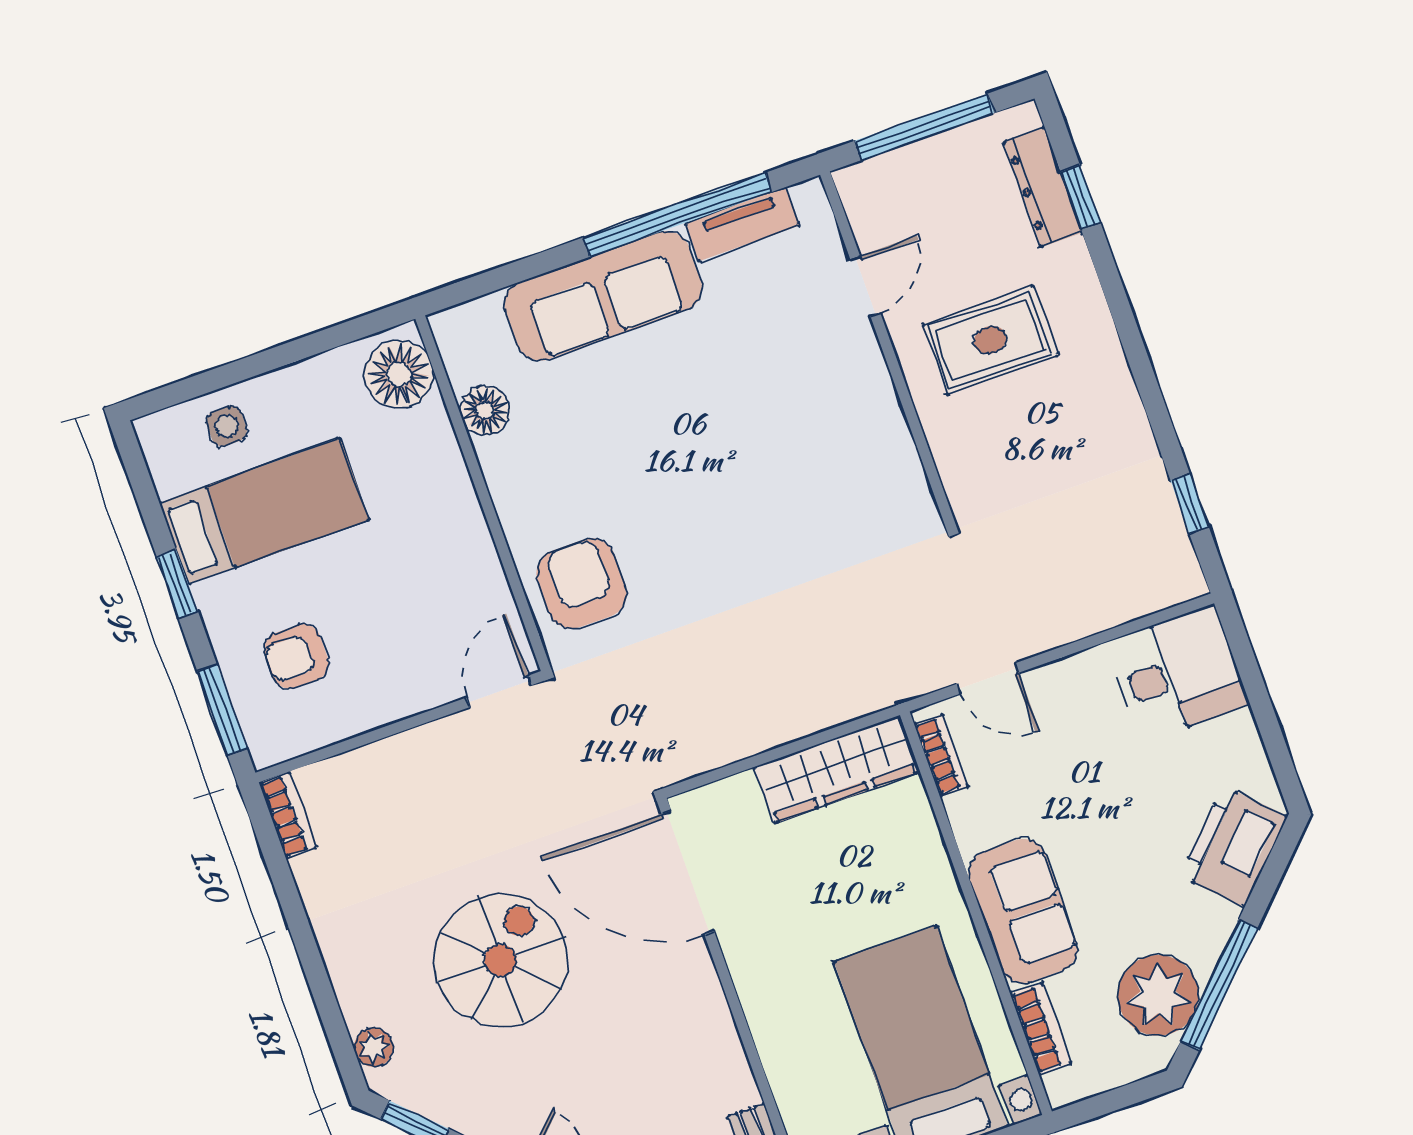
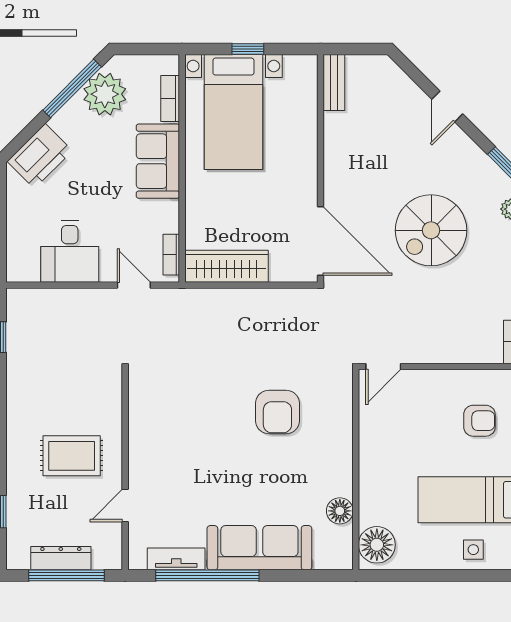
dresser: (1043, 187) -> (61, 558), moved, turned -90
armchair: (582, 583) -> (277, 412), moved
desk: (1178, 673) -> (70, 251), moved, turned -90

